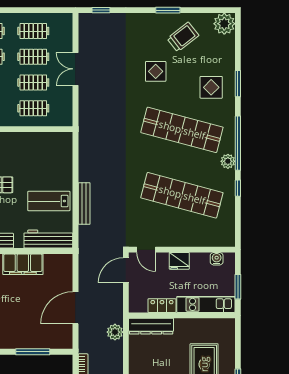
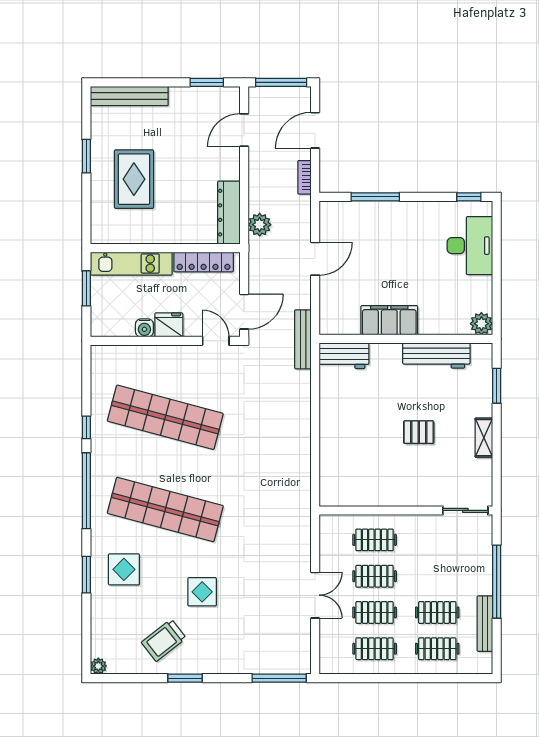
window: (101, 10) -> (279, 678), width x2.17
plant: (224, 24) -> (98, 666), width x0.53, depth x0.53
plant: (228, 161) -> (100, 465), removed
lab bench: (49, 201) -> (353, 409), removed
bench: (84, 204) -> (303, 339), moved
workbench: (48, 239) -> (344, 356), width x0.73
water cooler: (217, 259) -> (144, 328), moved
locker: (162, 306) -> (204, 262), width x1.53
door: (75, 308) -> (315, 259), width x0.73
dresser: (151, 326) -> (229, 213), moved, turned -90

